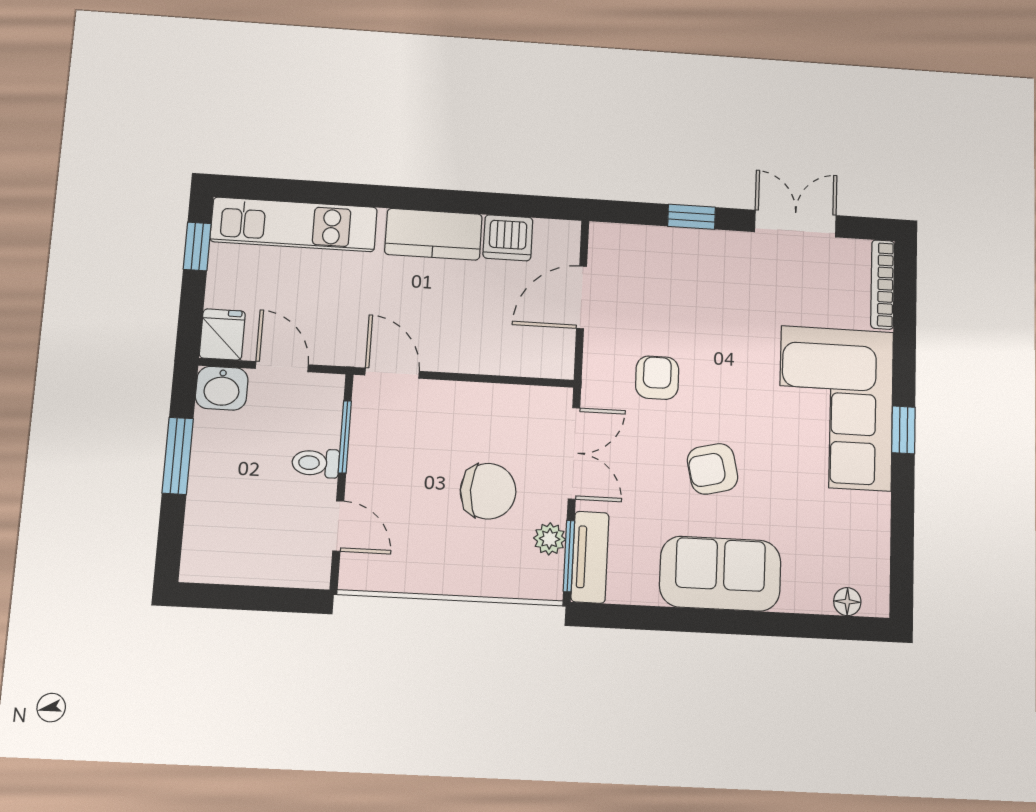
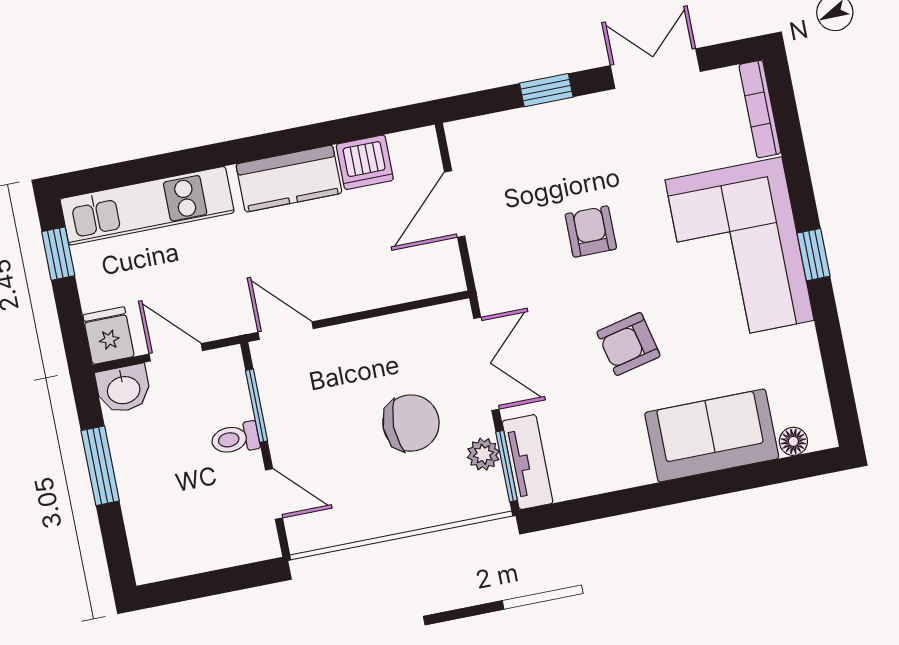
armchair: (657, 378) -> (591, 231), moved
sofa: (720, 574) -> (712, 436), moved

